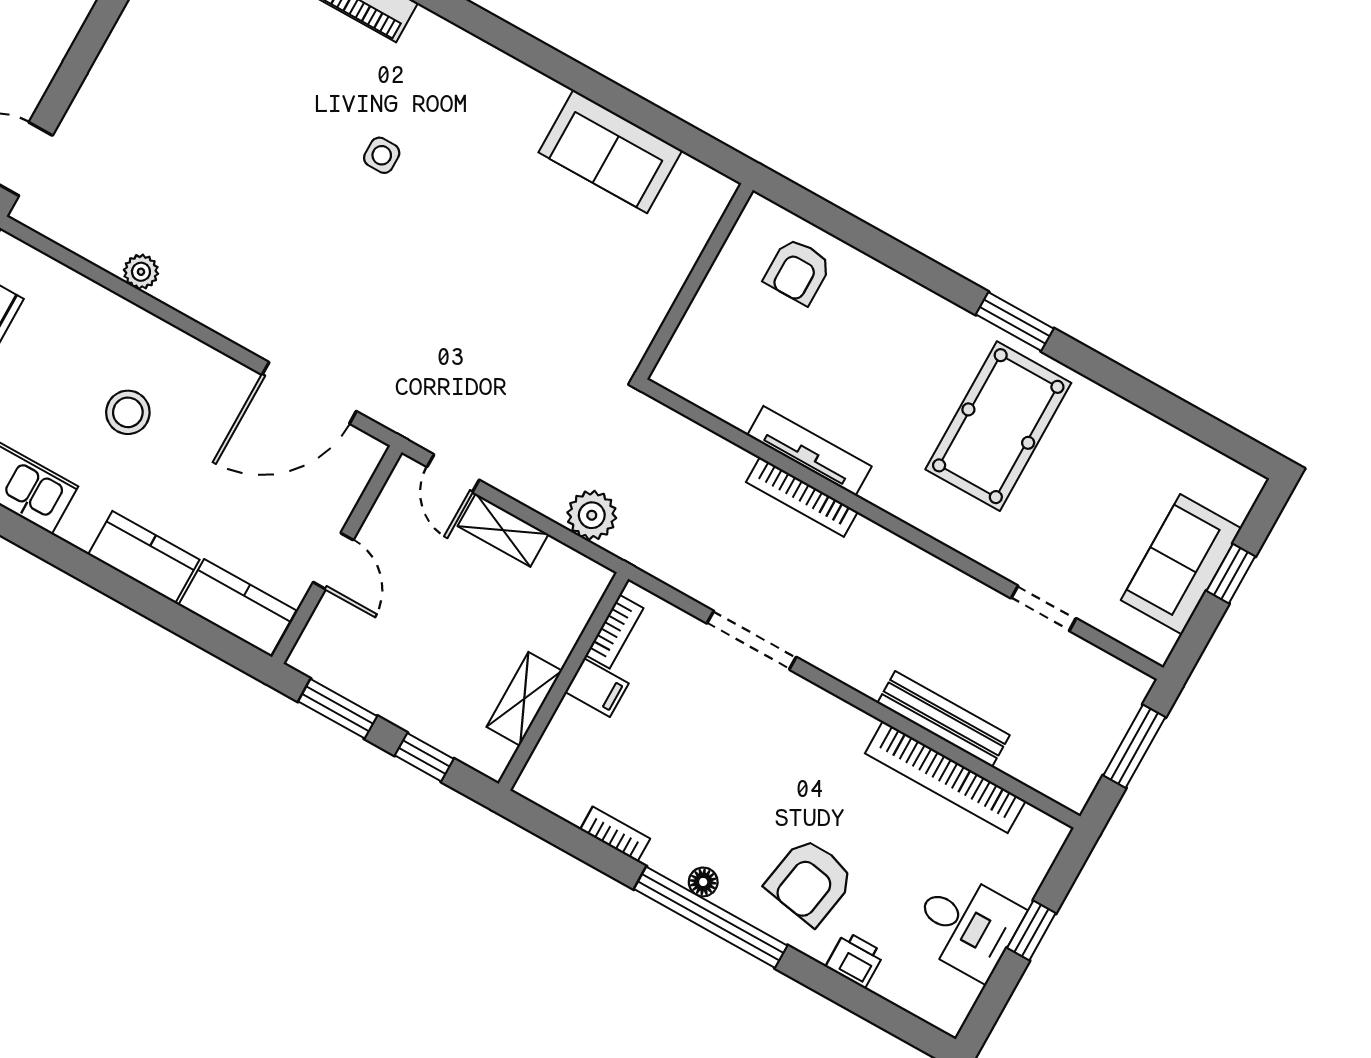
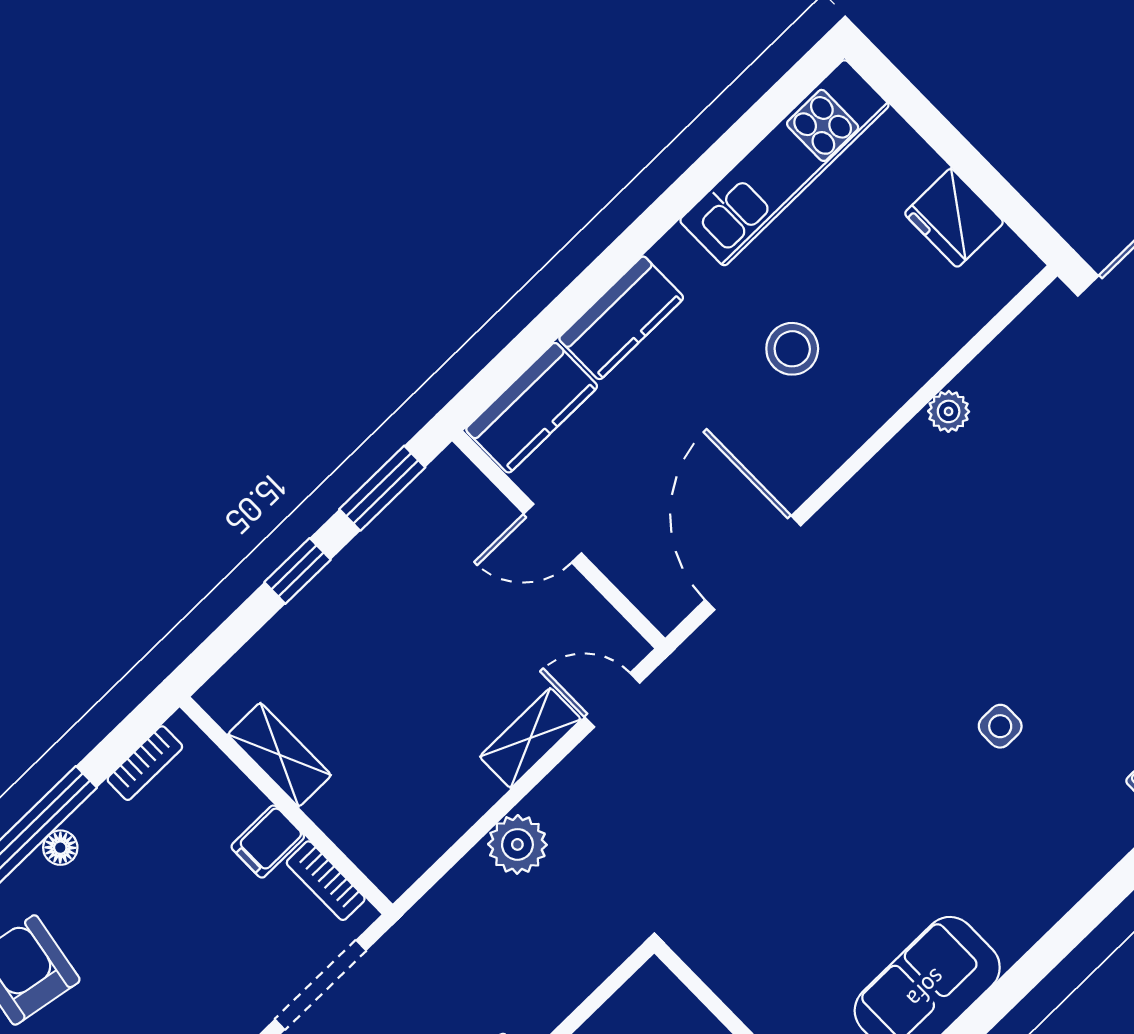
bookcase: (614, 632) -> (326, 881), moved
wall: (563, 681) -> (286, 805), moved
filing cabinet: (597, 688) -> (268, 842), moved
shelving: (524, 699) -> (280, 755), moved

